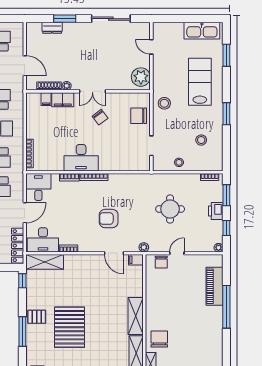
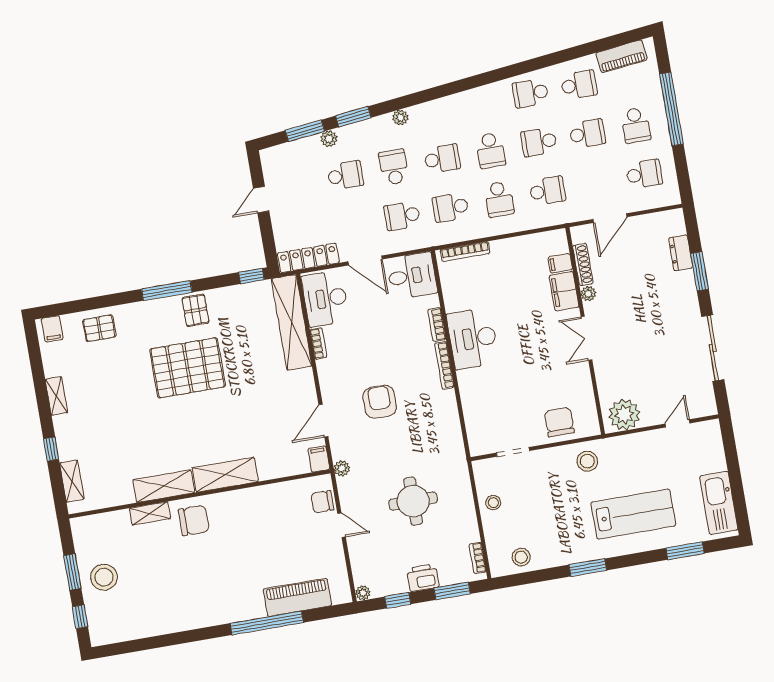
chair: (100, 117) -> (546, 358), removed
stool: (201, 140) -> (521, 557), moved
shelving: (45, 262) -> (292, 322), width x1.47

